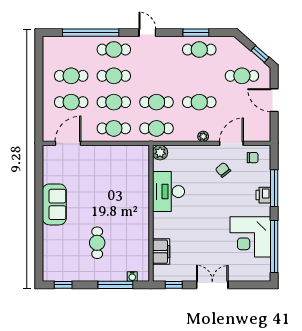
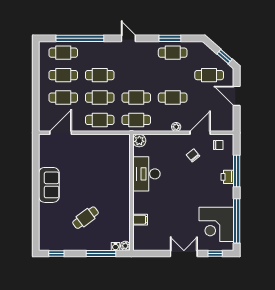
cafe table: (114, 50) -> (63, 53), moved
corner desk: (250, 237) -> (216, 224), moved
cafe table: (97, 243) -> (86, 218), turned 53
filing cabinet: (161, 252) -> (140, 220), width x0.50
plant: (144, 276) -> (125, 246), added
window: (174, 285) -> (215, 254), moved

